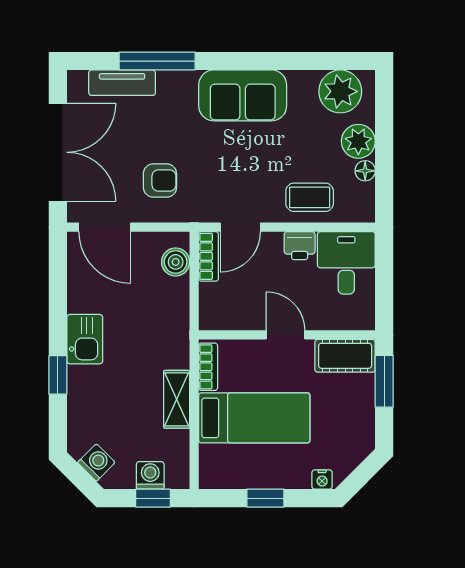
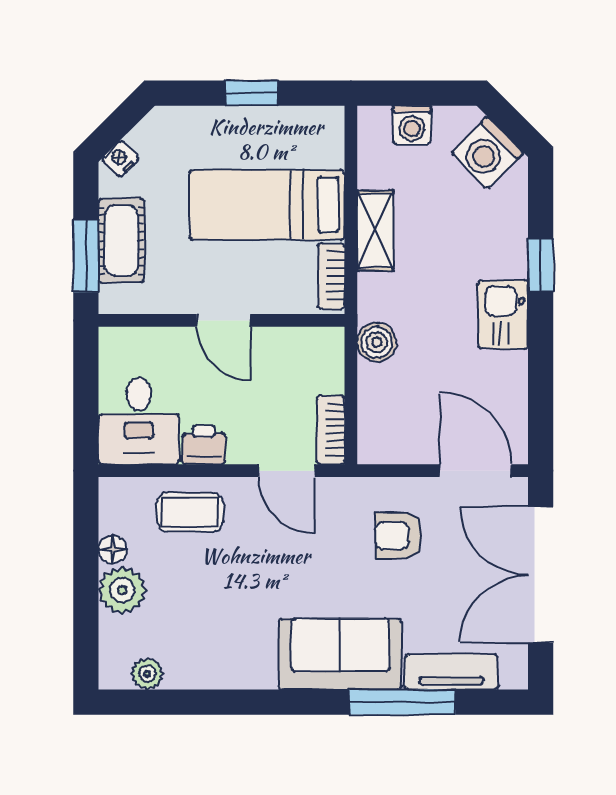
plant: (340, 91) -> (147, 674), width x0.53, depth x0.53
sofa: (243, 95) -> (340, 654), moved
door: (240, 227) -> (287, 471), swing flipped
boiler: (176, 262) -> (377, 342), moved
cot: (345, 356) -> (121, 241), moved, turned 90
washing machine: (96, 462) -> (487, 153), width x1.38, depth x1.38
nightstand: (322, 479) -> (121, 159), moved, turned -45
window: (153, 498) -> (408, 93), removed

